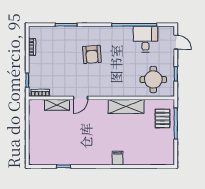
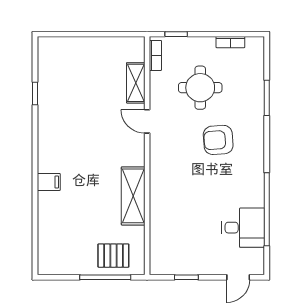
round table: (153, 80) -> (200, 88), moved

